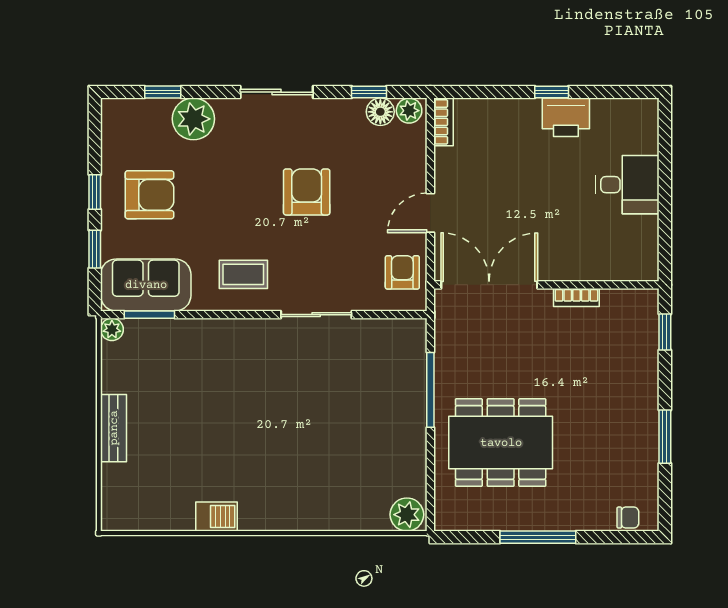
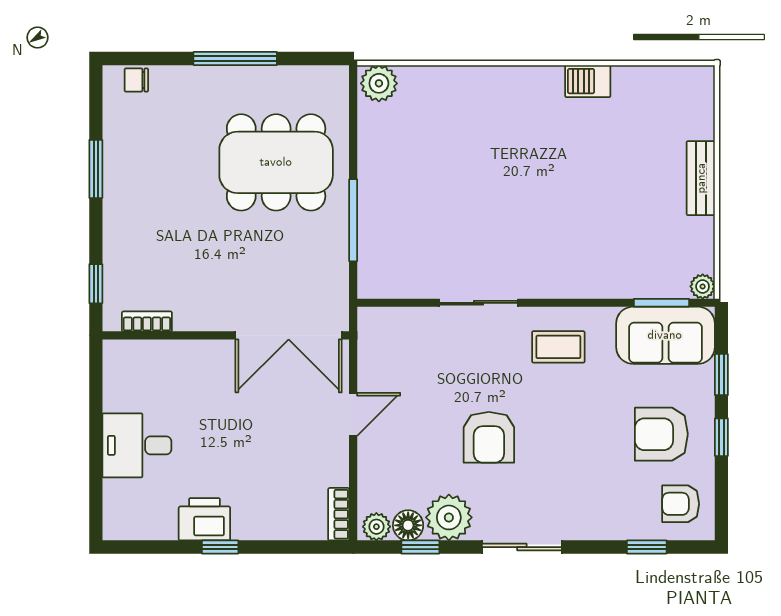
plant: (193, 119) -> (449, 517), moved
armchair: (402, 272) -> (681, 504), moved, turned 90
bookcase: (576, 298) -> (147, 321), moved

